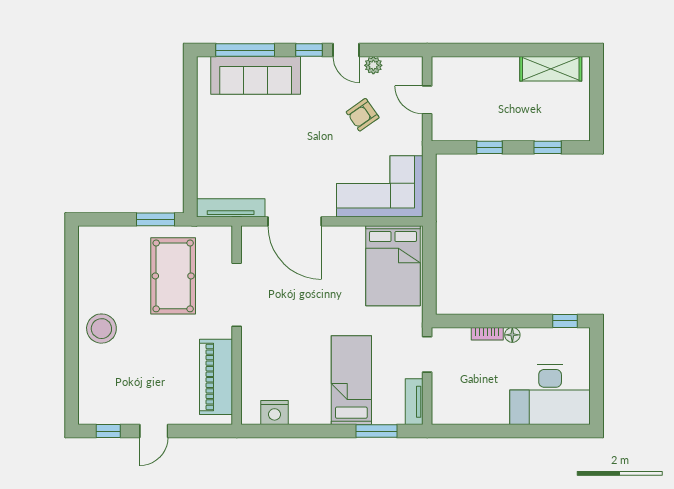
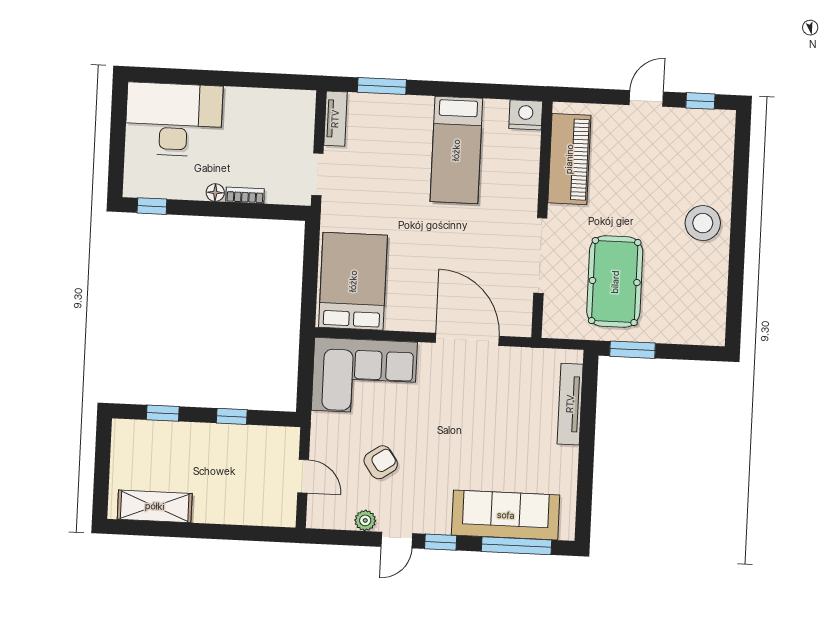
door: (346, 50) -> (397, 540), swing flipped
tv unit: (231, 208) -> (570, 404), moved, turned 90
bed: (351, 380) -> (456, 150), moved
nightstand: (275, 412) -> (526, 115), moved

